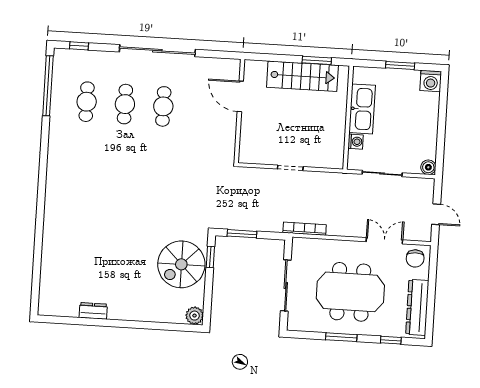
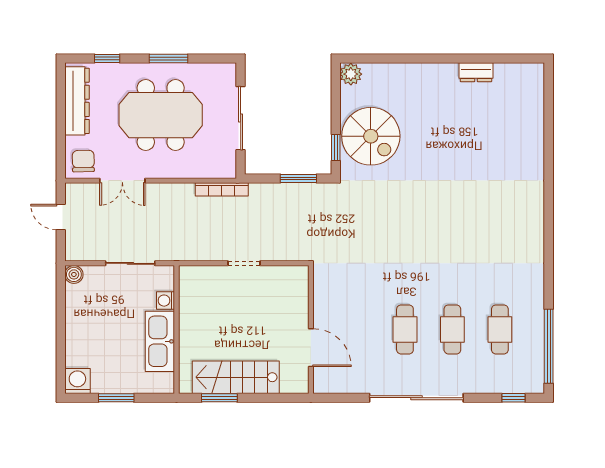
spiral stairs: (181, 264) -> (371, 136), turned 90

